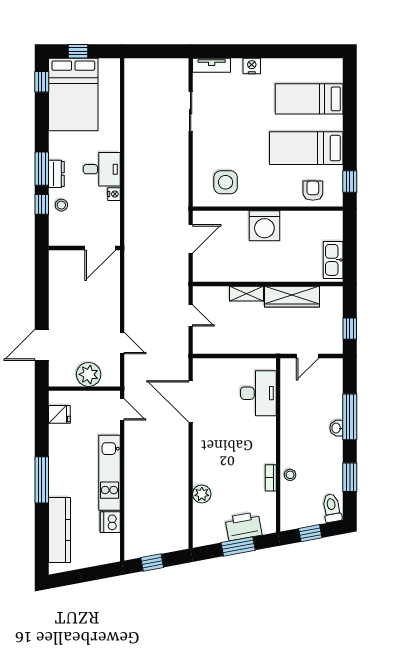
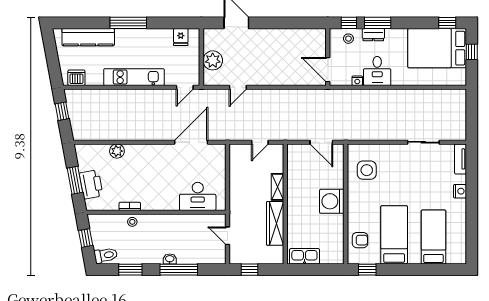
wall: (84, 248) -> (328, 57), moved
door: (100, 248) -> (328, 70), moved
dishwasher: (110, 522) -> (76, 78), moved

